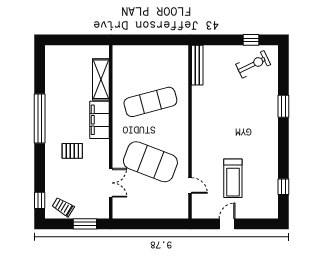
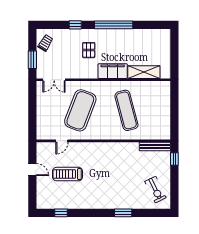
window: (251, 40) -> (174, 159), moved
double door: (111, 183) -> (54, 80), moved
window: (40, 200) -> (75, 25), moved

